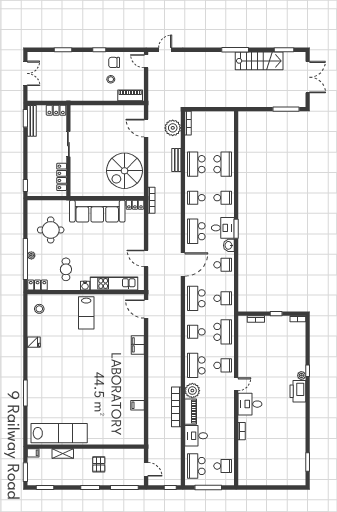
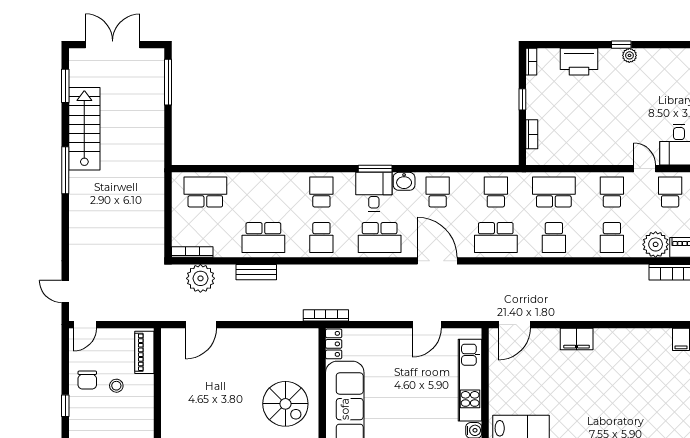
school desk: (223, 164) -> (205, 192), moved
spiral stairs: (125, 171) -> (285, 404), moved, width x0.73, depth x0.73
school desk: (196, 365) -> (612, 238), width x0.54
printer: (298, 391) -> (579, 62), moved
school desk: (223, 399) -> (670, 192), added

